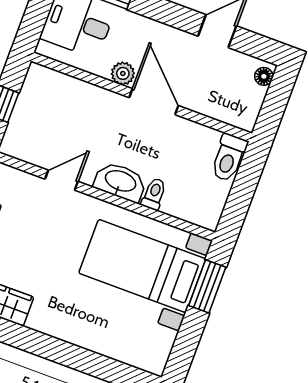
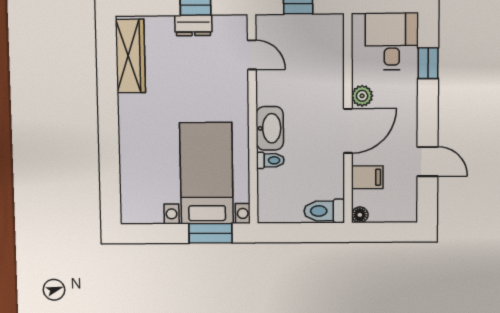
floor lamp: (264, 76) -> (360, 215), moved
filing cabinet: (210, 100) -> (367, 177), added
door: (61, 180) -> (252, 55), moved

